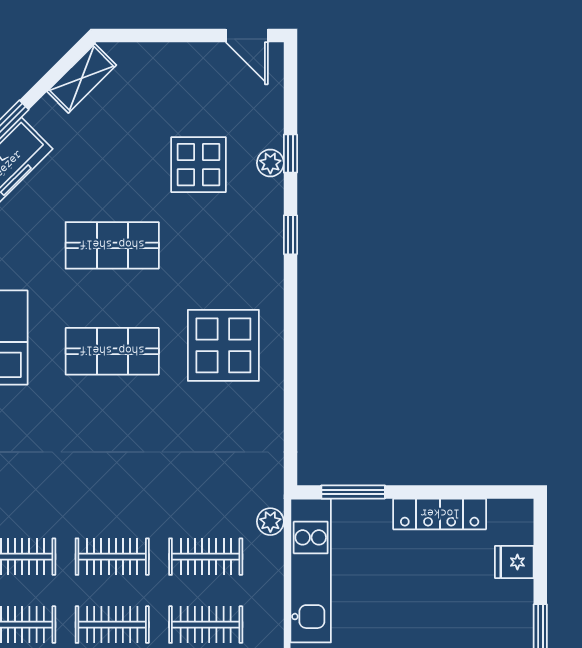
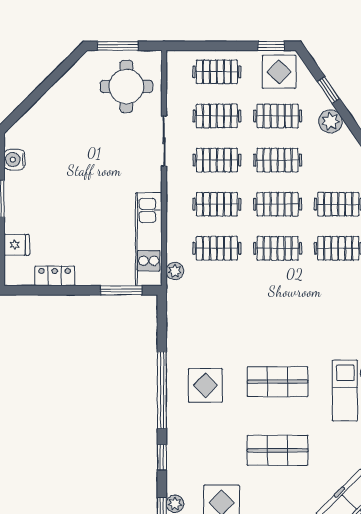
window: (290, 338) -> (162, 390), added
display table: (223, 345) -> (205, 385), width x0.73, depth x0.73
locker: (440, 514) -> (55, 276), width x0.66

